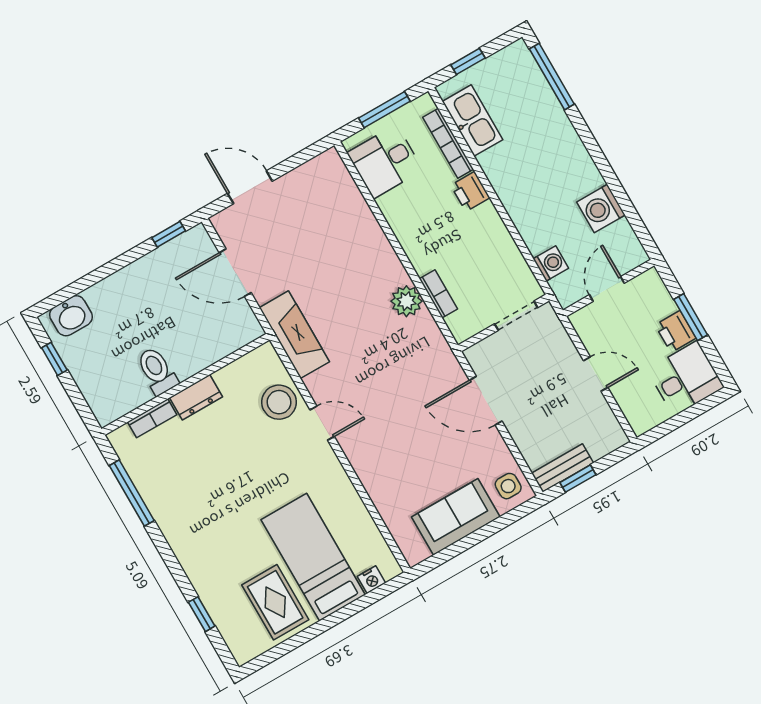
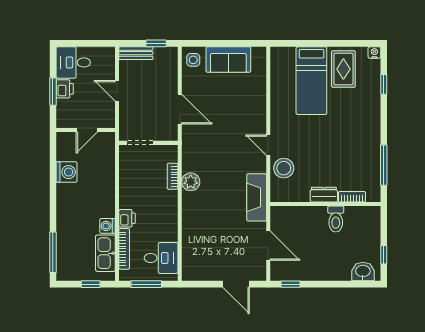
washing machine: (551, 264) -> (108, 226), moved
bench: (562, 468) -> (136, 53), moved
nightstand: (371, 580) -> (374, 52), moved

